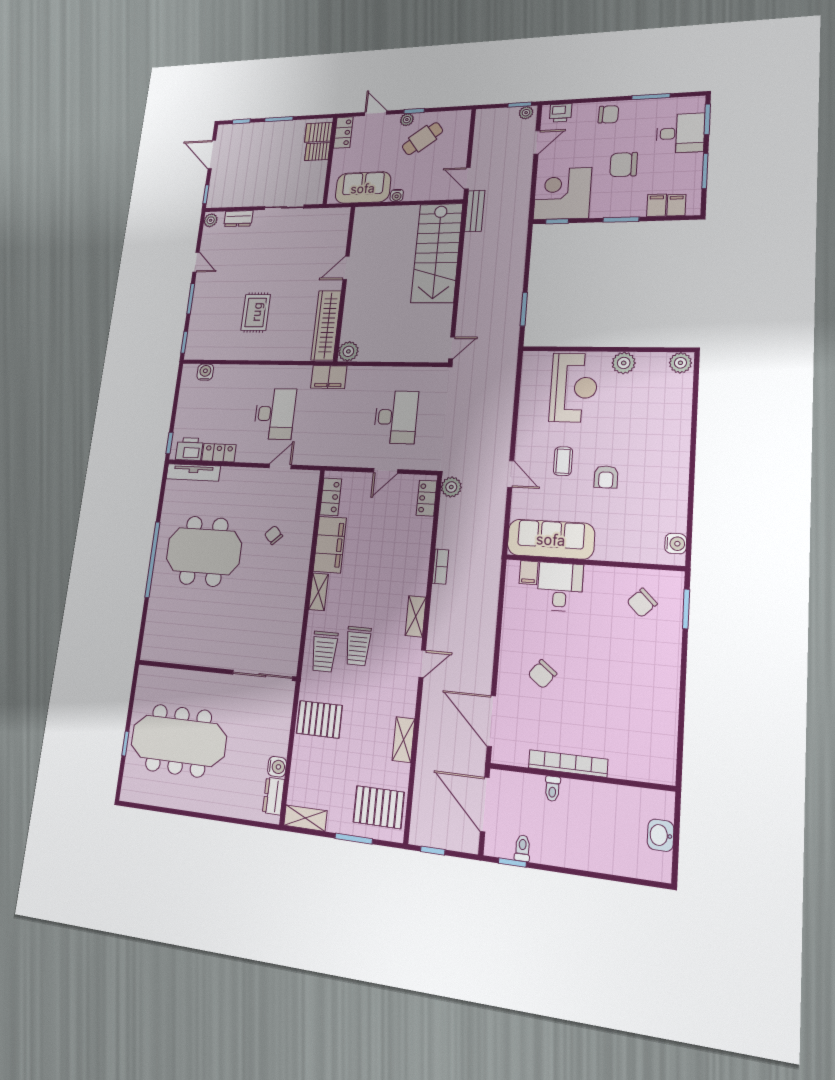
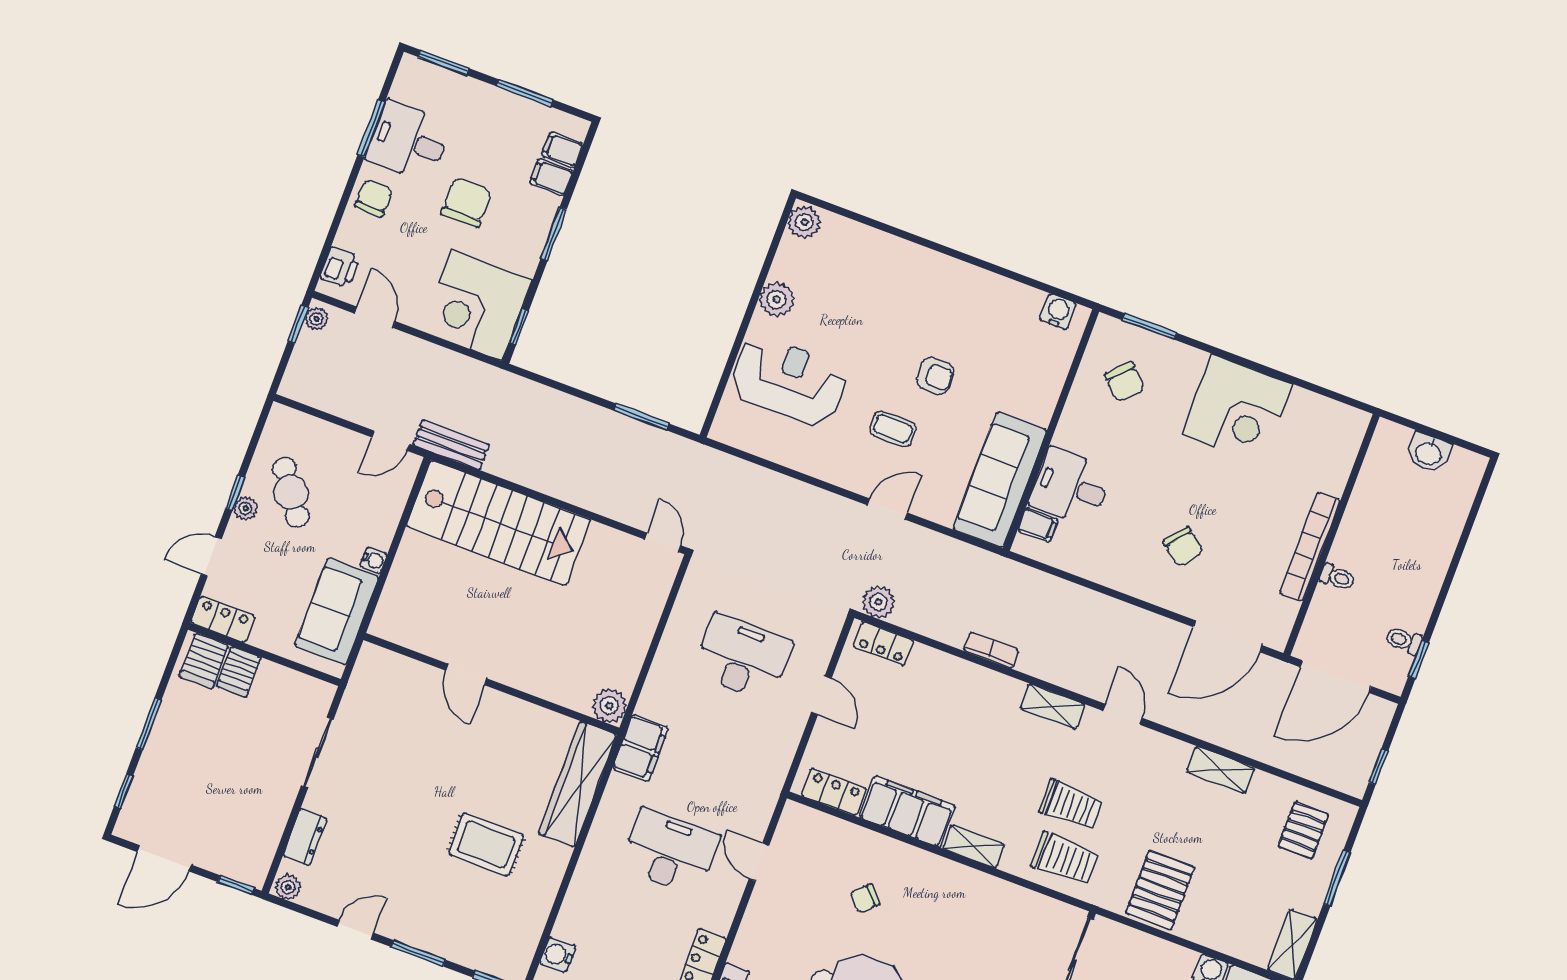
desk: (680, 133) -> (408, 141), moved, turned -90
chair: (624, 165) -> (466, 203), turned 180
wardrobe: (326, 325) -> (578, 784), moved, turned 90
corner desk: (648, 686) -> (1237, 409), added
pallet: (379, 807) -> (1303, 830), width x0.67, depth x0.71

